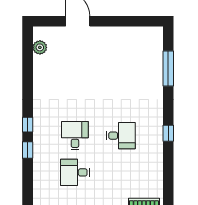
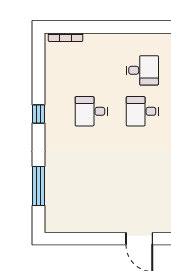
desk: (75, 136) -> (142, 111), turned 90

